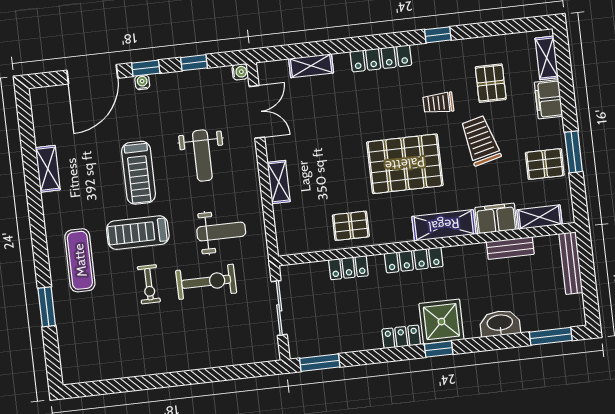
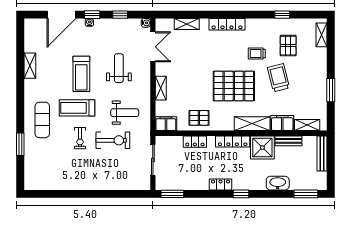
window: (438, 35) -> (282, 15), moved
filing cabinet: (548, 99) -> (166, 124), moved, turned 90
weight bench: (202, 156) -> (119, 68), turned 180
pallet: (545, 164) -> (314, 95), removed
shower: (441, 322) -> (262, 148), moved

